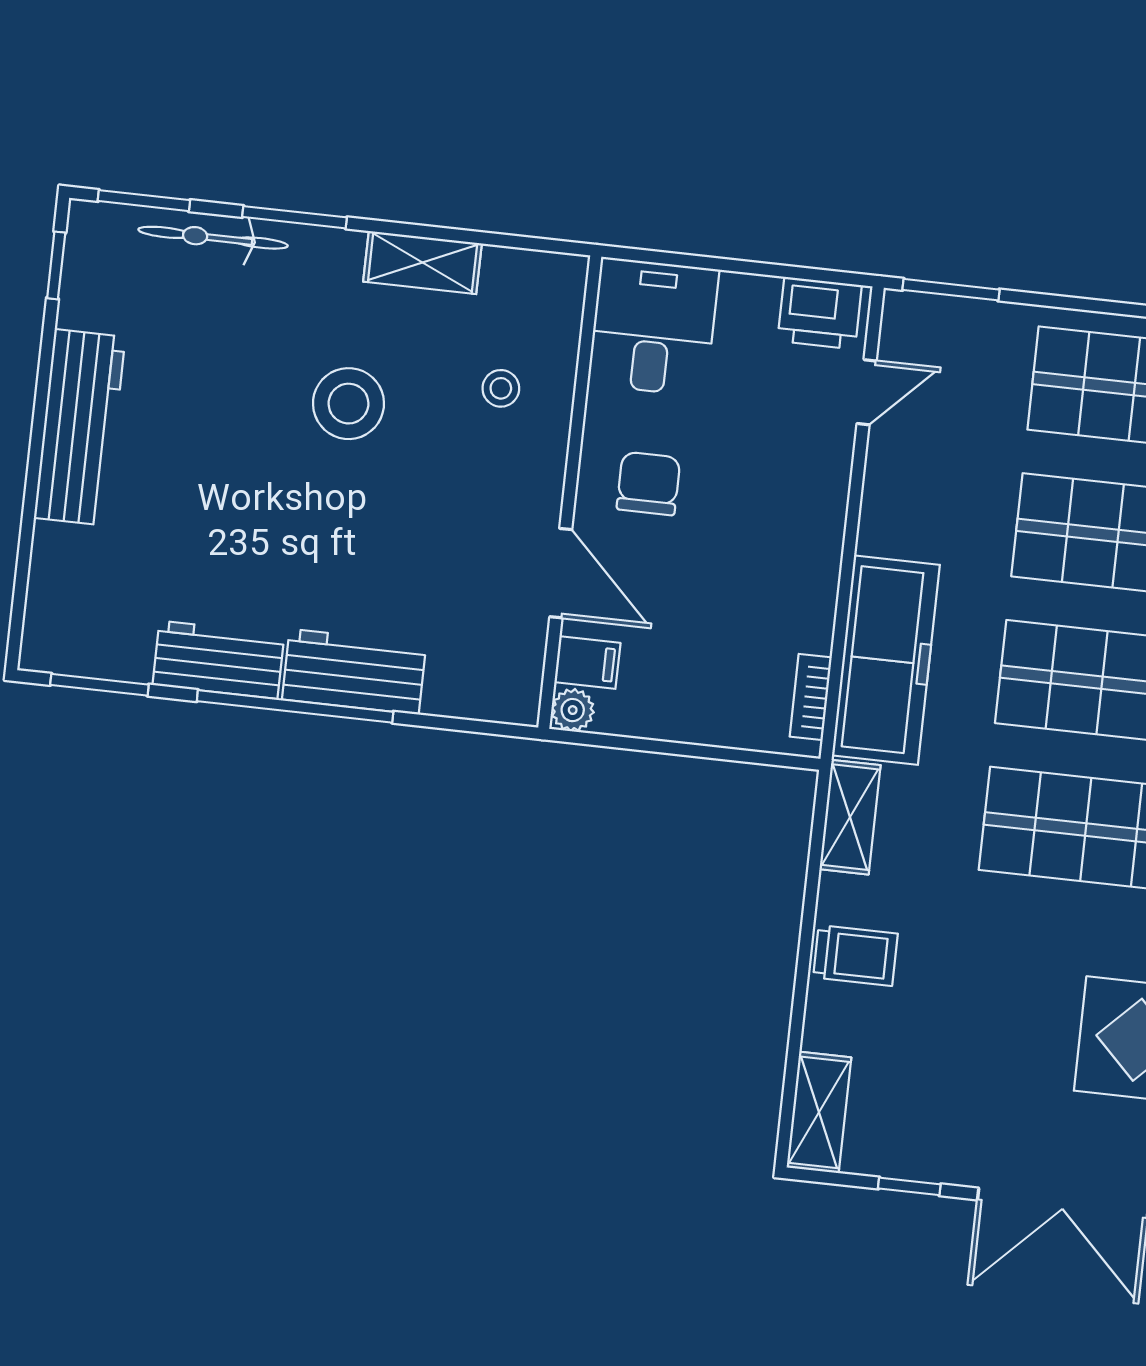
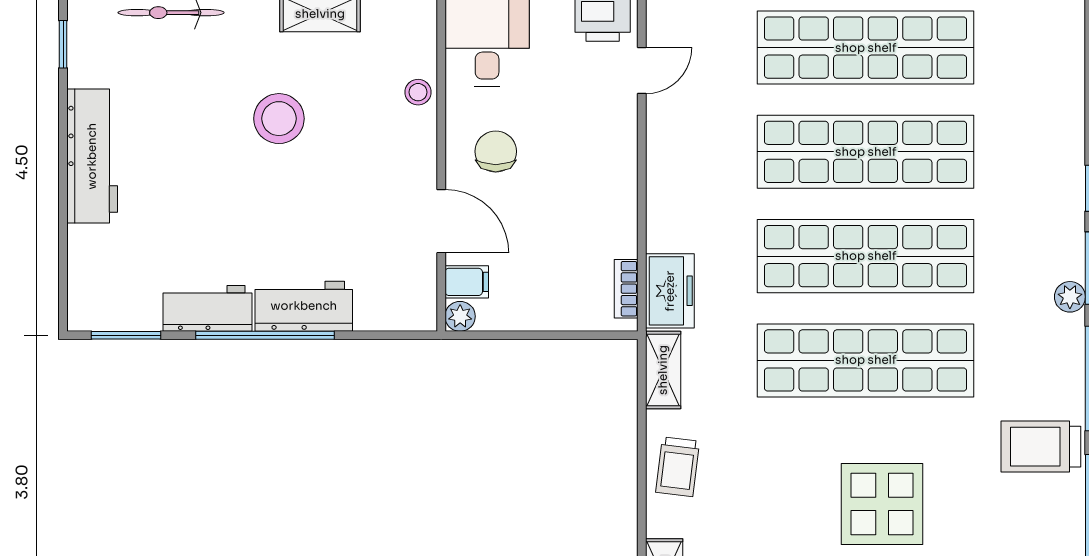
stool: (501, 388) -> (418, 92), moved
freezer: (886, 660) -> (670, 291), width x0.52, depth x0.79
trolley: (855, 956) -> (678, 467), turned 97

